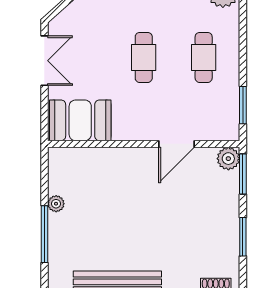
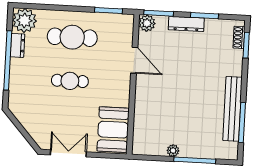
cafe table: (204, 57) -> (72, 37), width x1.37, depth x1.35
dresser: (230, 212) -> (186, 24), added

